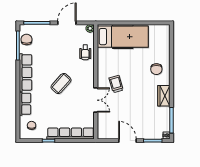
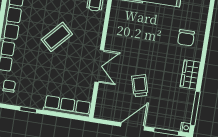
trolley: (116, 84) -> (140, 86), moved
row of seats: (71, 133) -> (67, 106), width x0.73
door: (127, 141) -> (133, 126), hinge flipped

